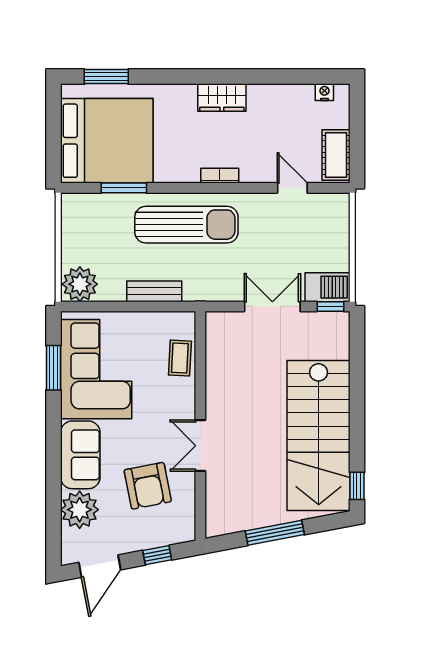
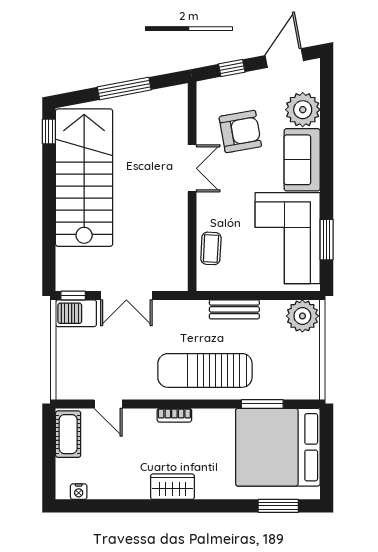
armchair: (148, 486) -> (240, 132), turned 91

